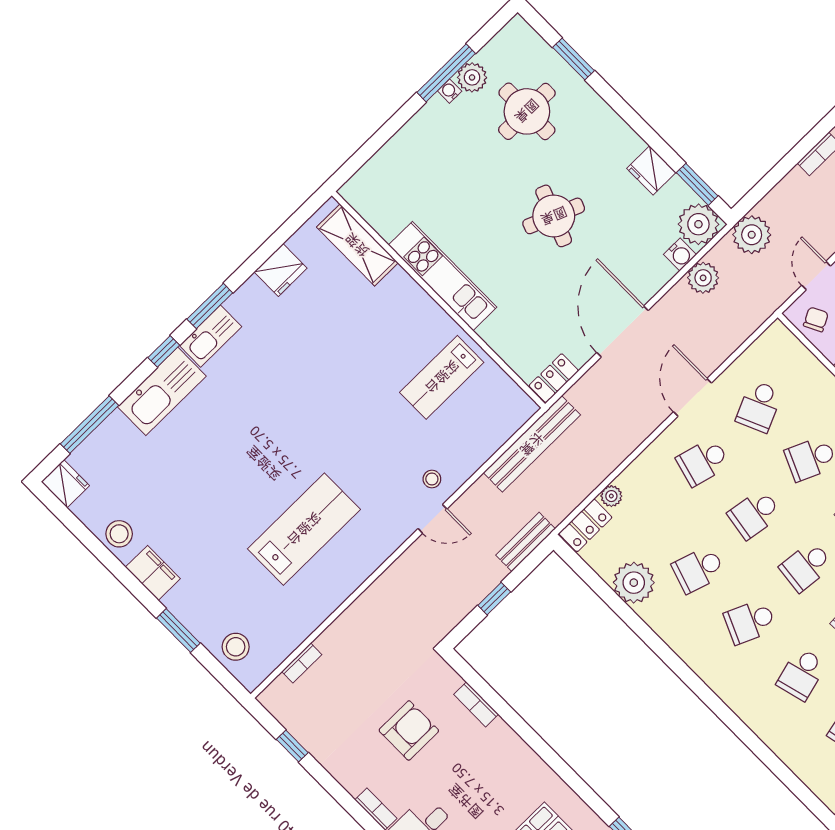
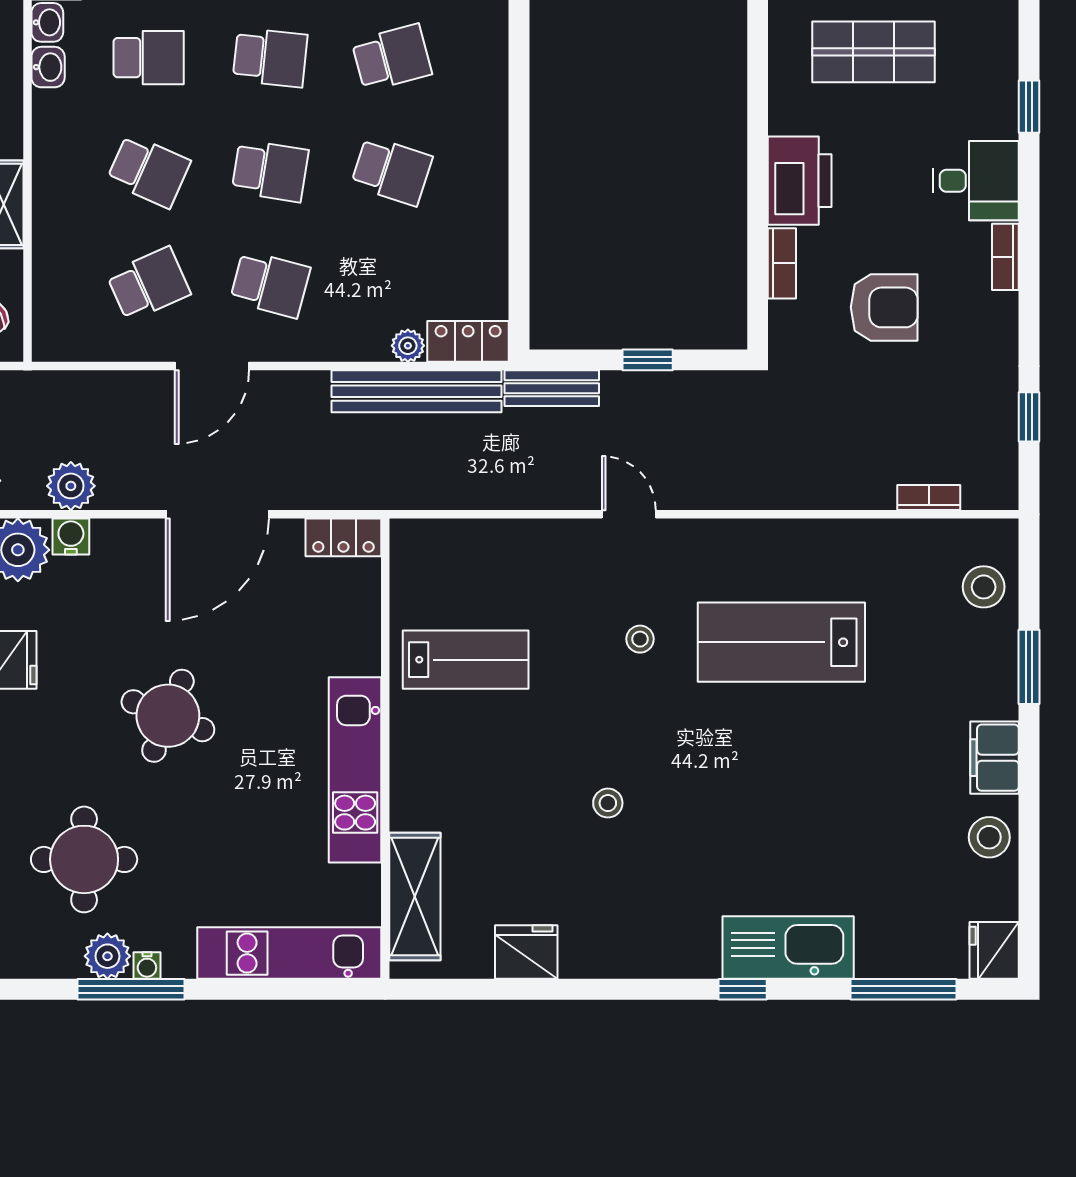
kitchen unit: (390, 162) -> (289, 953), added
window: (210, 306) -> (643, 989), removed
kitchen sink: (211, 336) -> (675, 955), removed
stool: (311, 376) -> (608, 803), added
bench: (532, 444) -> (416, 391), moved
stool: (432, 479) -> (640, 639), moved
plant: (634, 583) -> (477, 226), removed
school desk: (750, 622) -> (392, 58), turned -39
armchair: (409, 730) -> (884, 307), turned 180
printer: (506, 751) -> (800, 181), added

